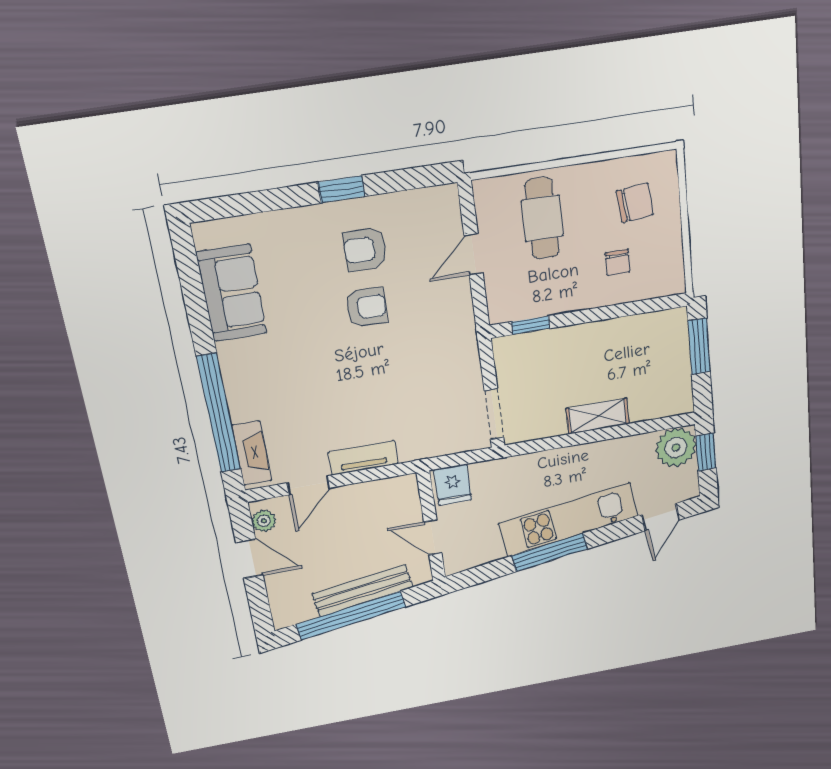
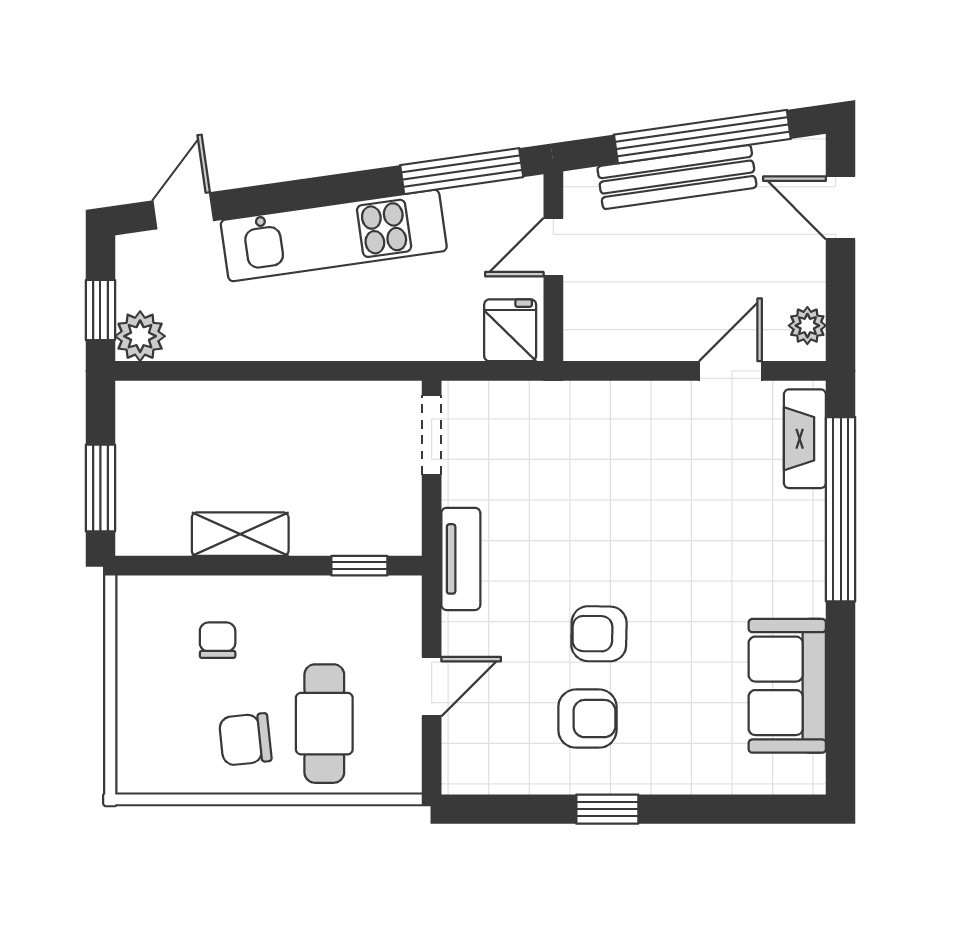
chair: (635, 203) -> (245, 739), moved
shelving: (598, 416) -> (240, 534), moved
plant: (676, 447) -> (140, 336), width x0.73, depth x0.73
tv unit: (363, 458) -> (461, 559), moved, turned -90
door: (433, 537) -> (553, 247), swing flipped
window: (550, 552) -> (462, 171), moved
door: (249, 559) -> (841, 208), moved

